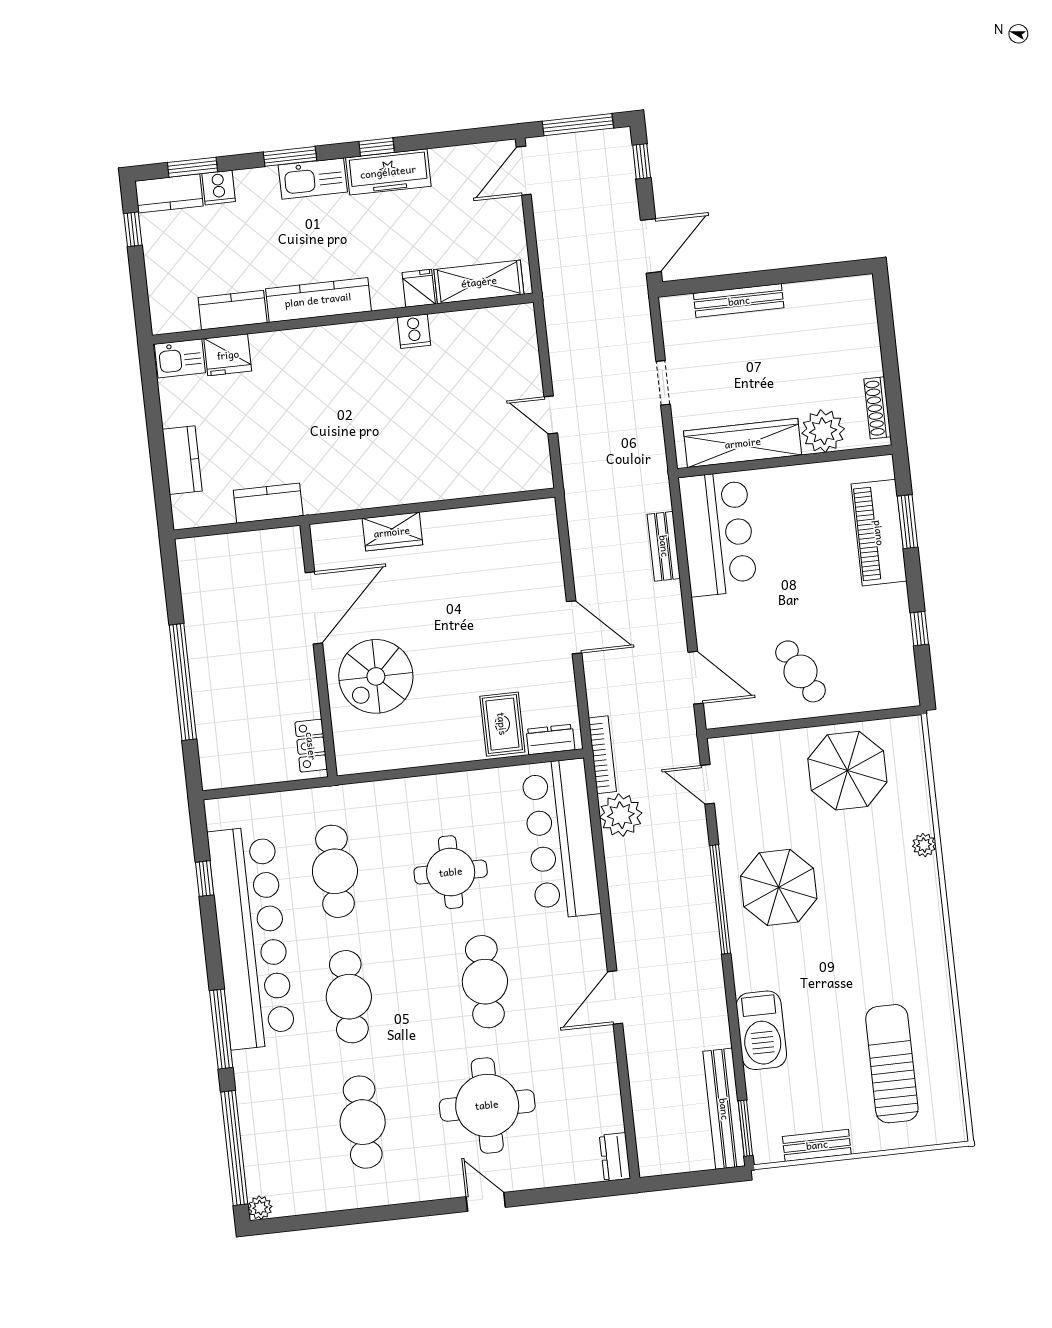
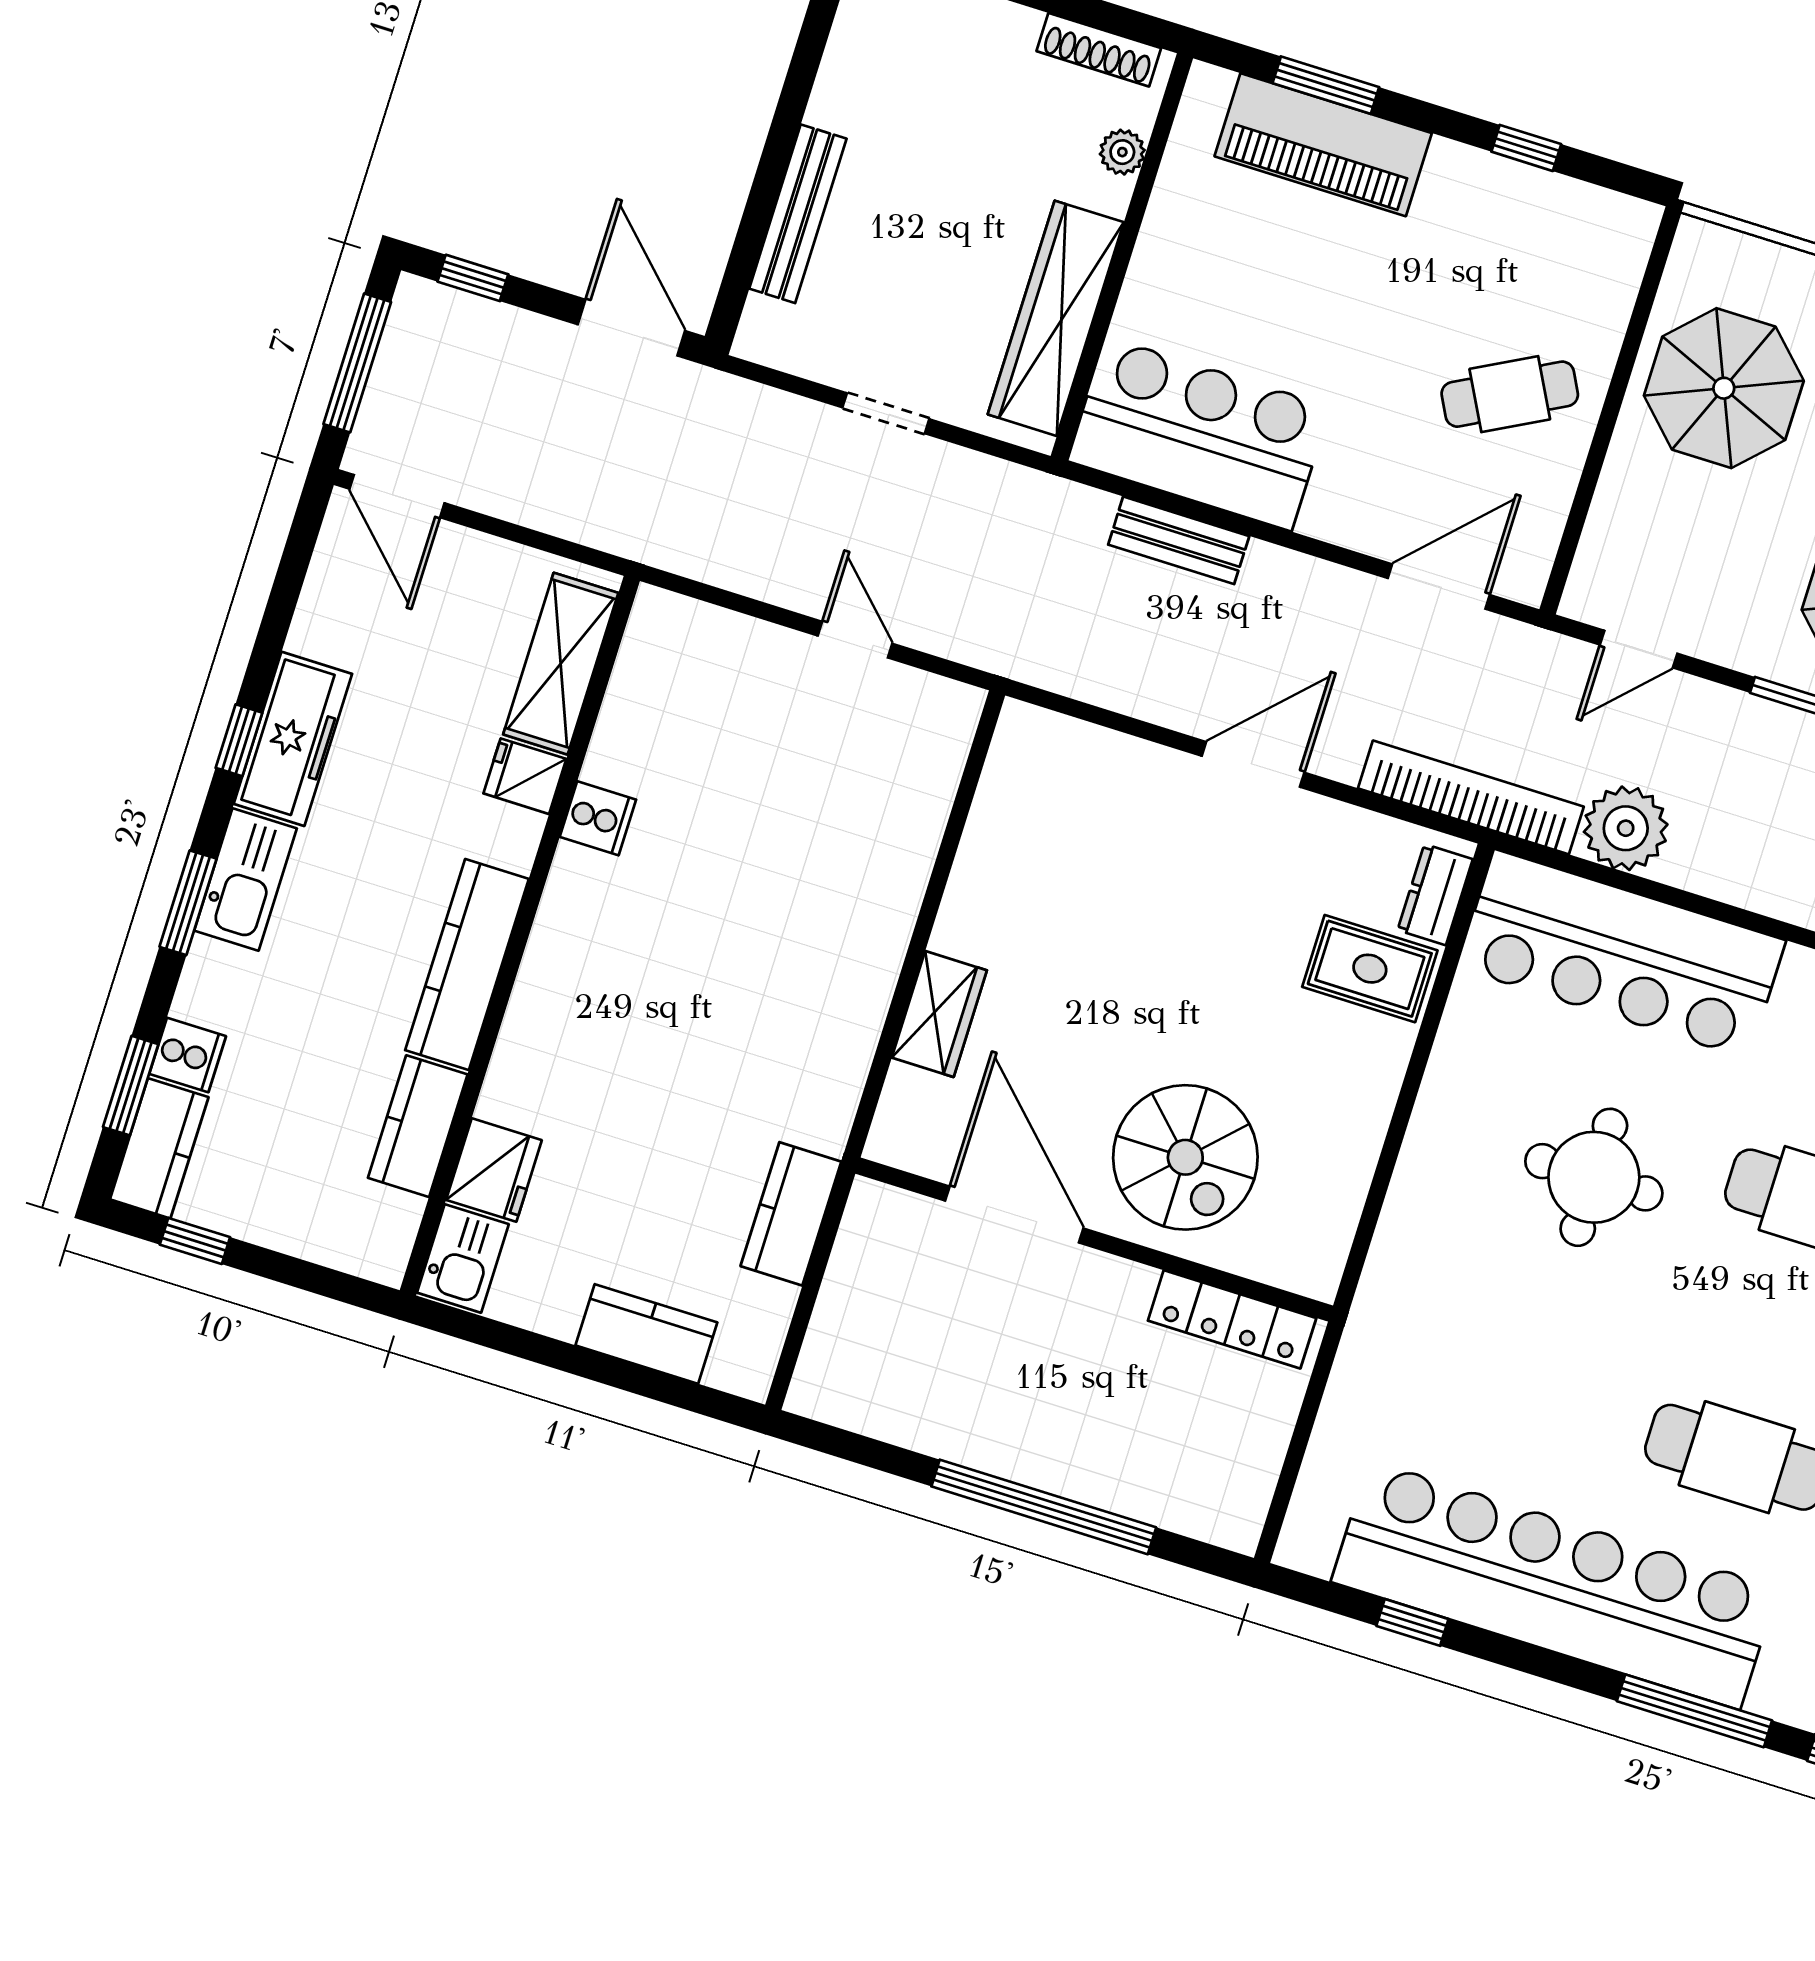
door: (551, 415) -> (855, 640), swing flipped
plant: (823, 431) -> (1122, 152), width x0.53, depth x0.53
locker: (311, 746) -> (1232, 1319), width x1.53
bookcase: (602, 755) -> (1471, 797), width x1.48, depth x1.31
cafe table: (335, 871) -> (1502, 1384), removed

